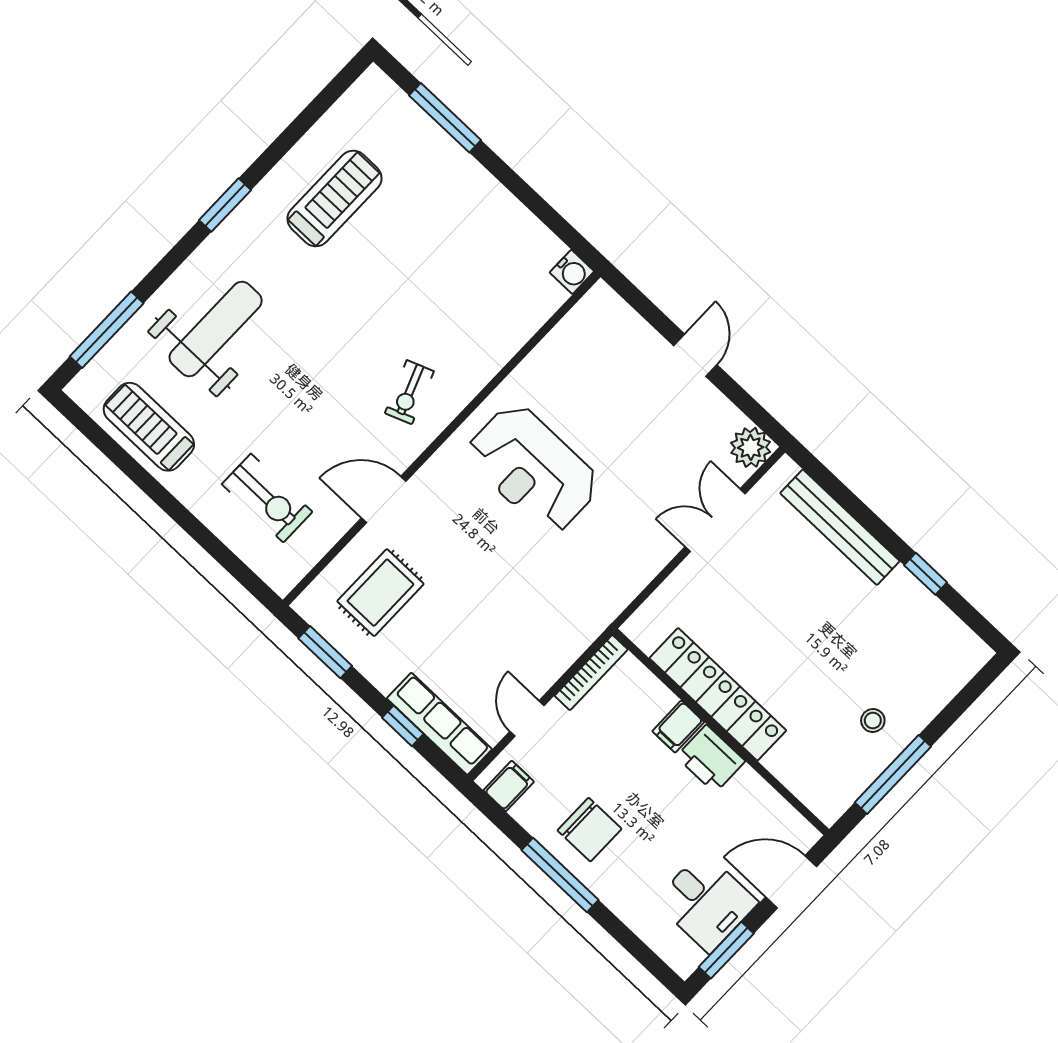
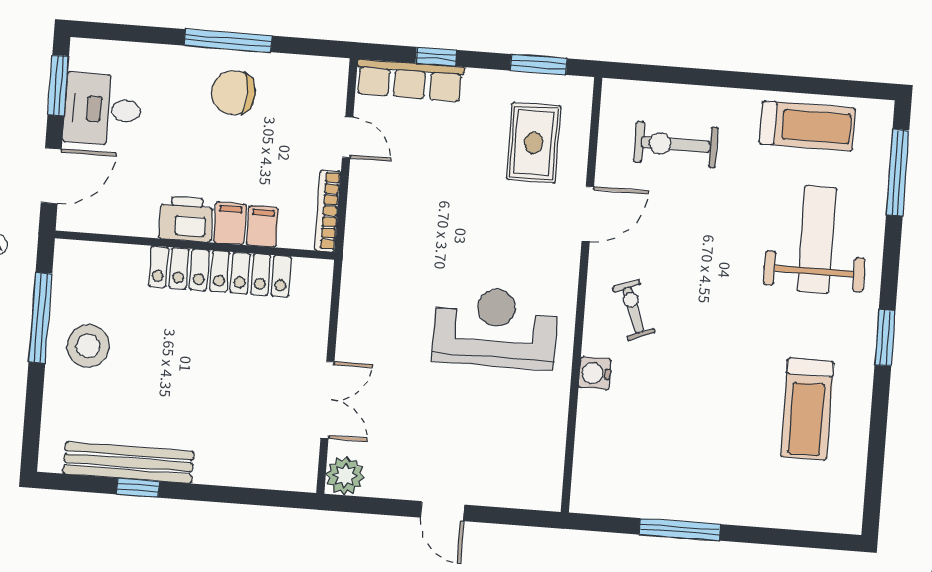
window: (445, 118) -> (680, 529), moved
water cooler: (572, 272) -> (595, 373), moved
weight bench: (216, 329) -> (817, 239), turned 180
bench: (840, 527) -> (128, 463), moved
stool: (873, 721) -> (88, 346), width x1.89, depth x1.89
filing cabinet: (509, 786) -> (263, 226), moved, turned 180

